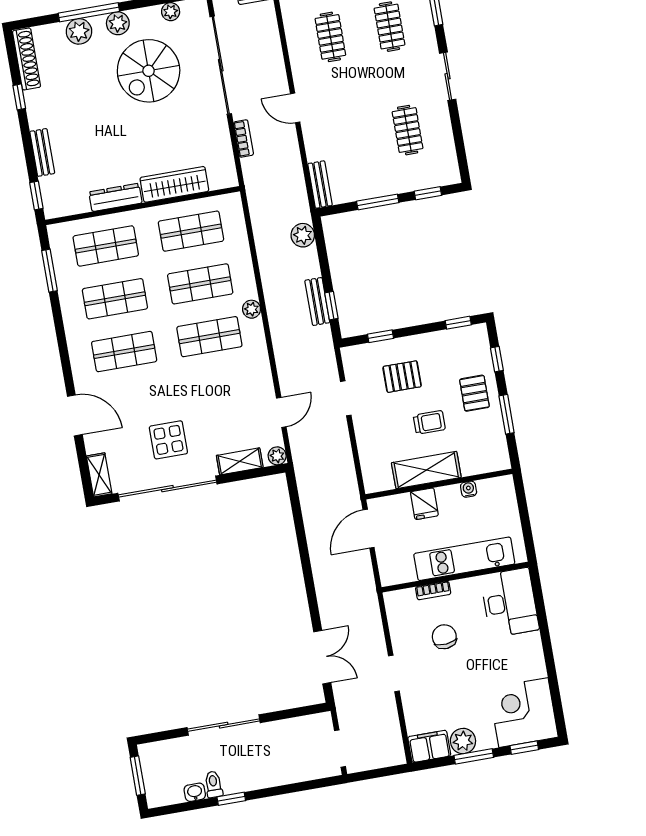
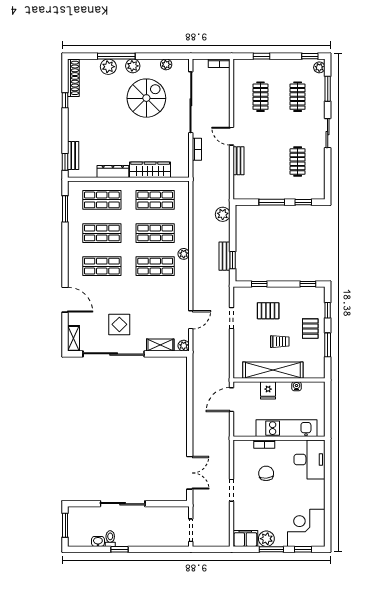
spiral stairs: (149, 71) -> (146, 98), turned 180
bench: (42, 152) -> (73, 155), moved
bench: (320, 185) -> (239, 161), moved
shelving: (426, 470) -> (273, 370), width x1.47

